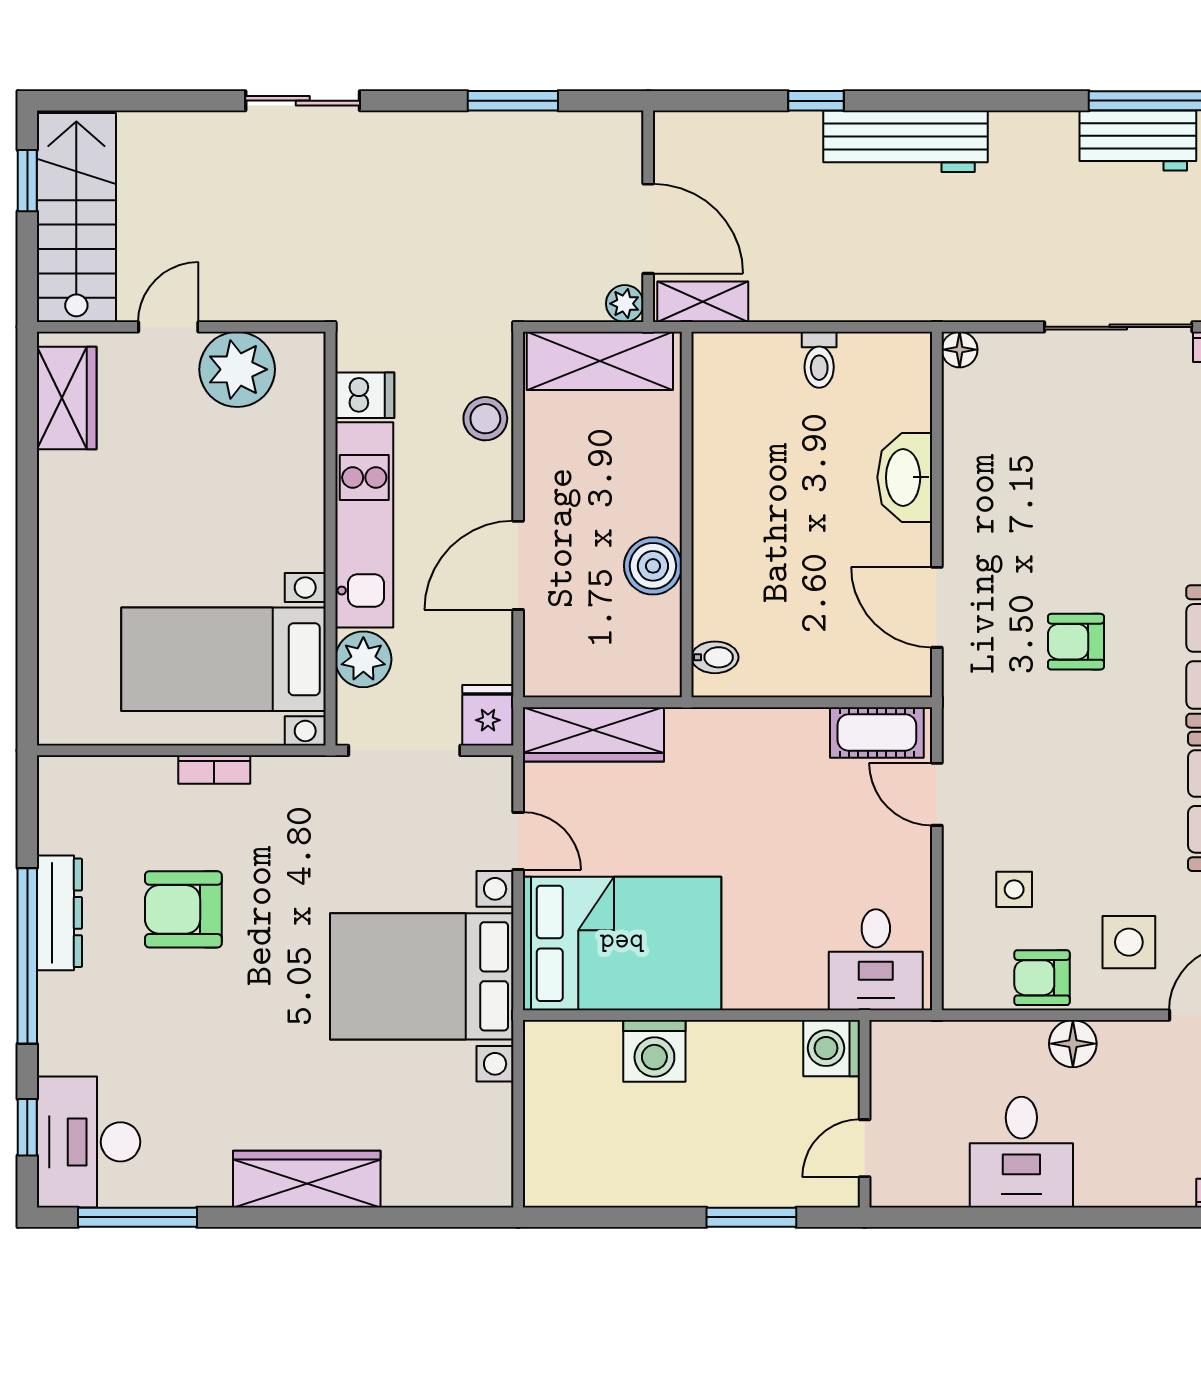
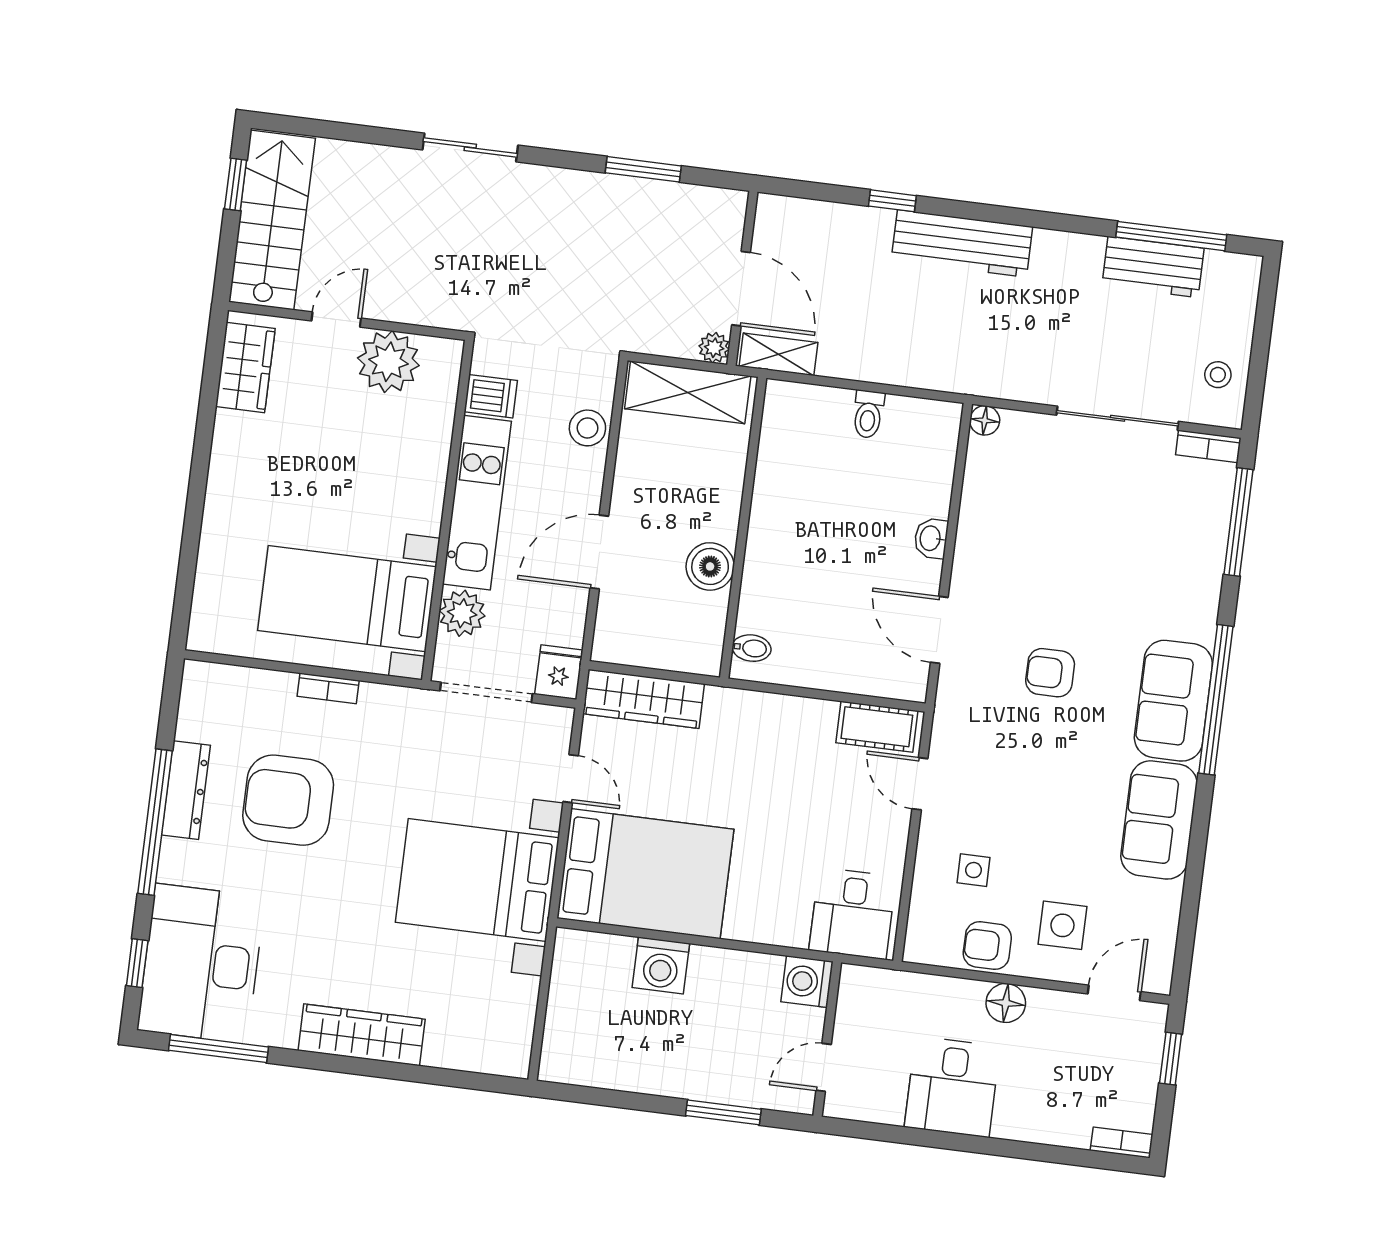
washbasin: (905, 477) -> (931, 538), width x0.52, depth x0.69
armchair: (183, 909) -> (288, 800), width x1.36, depth x1.36
desk: (89, 1142) -> (201, 964), width x1.36, depth x1.30

